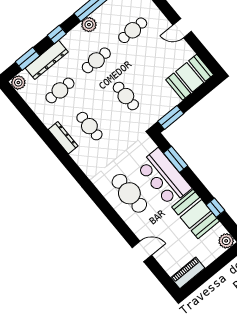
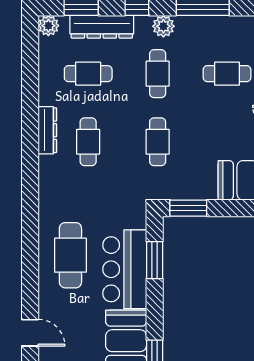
plant: (89, 25) -> (163, 26), moved
cafe table: (96, 60) -> (158, 74), turned 90

